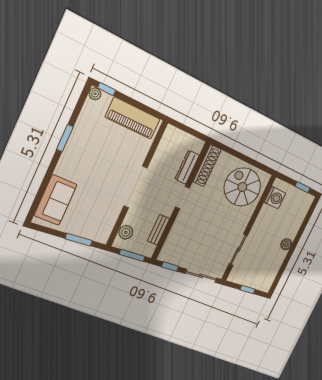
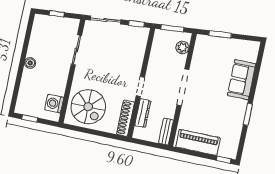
plant: (95, 94) -> (232, 154), removed
sofa: (56, 200) -> (242, 80), moved
bench: (158, 230) -> (166, 132), moved

